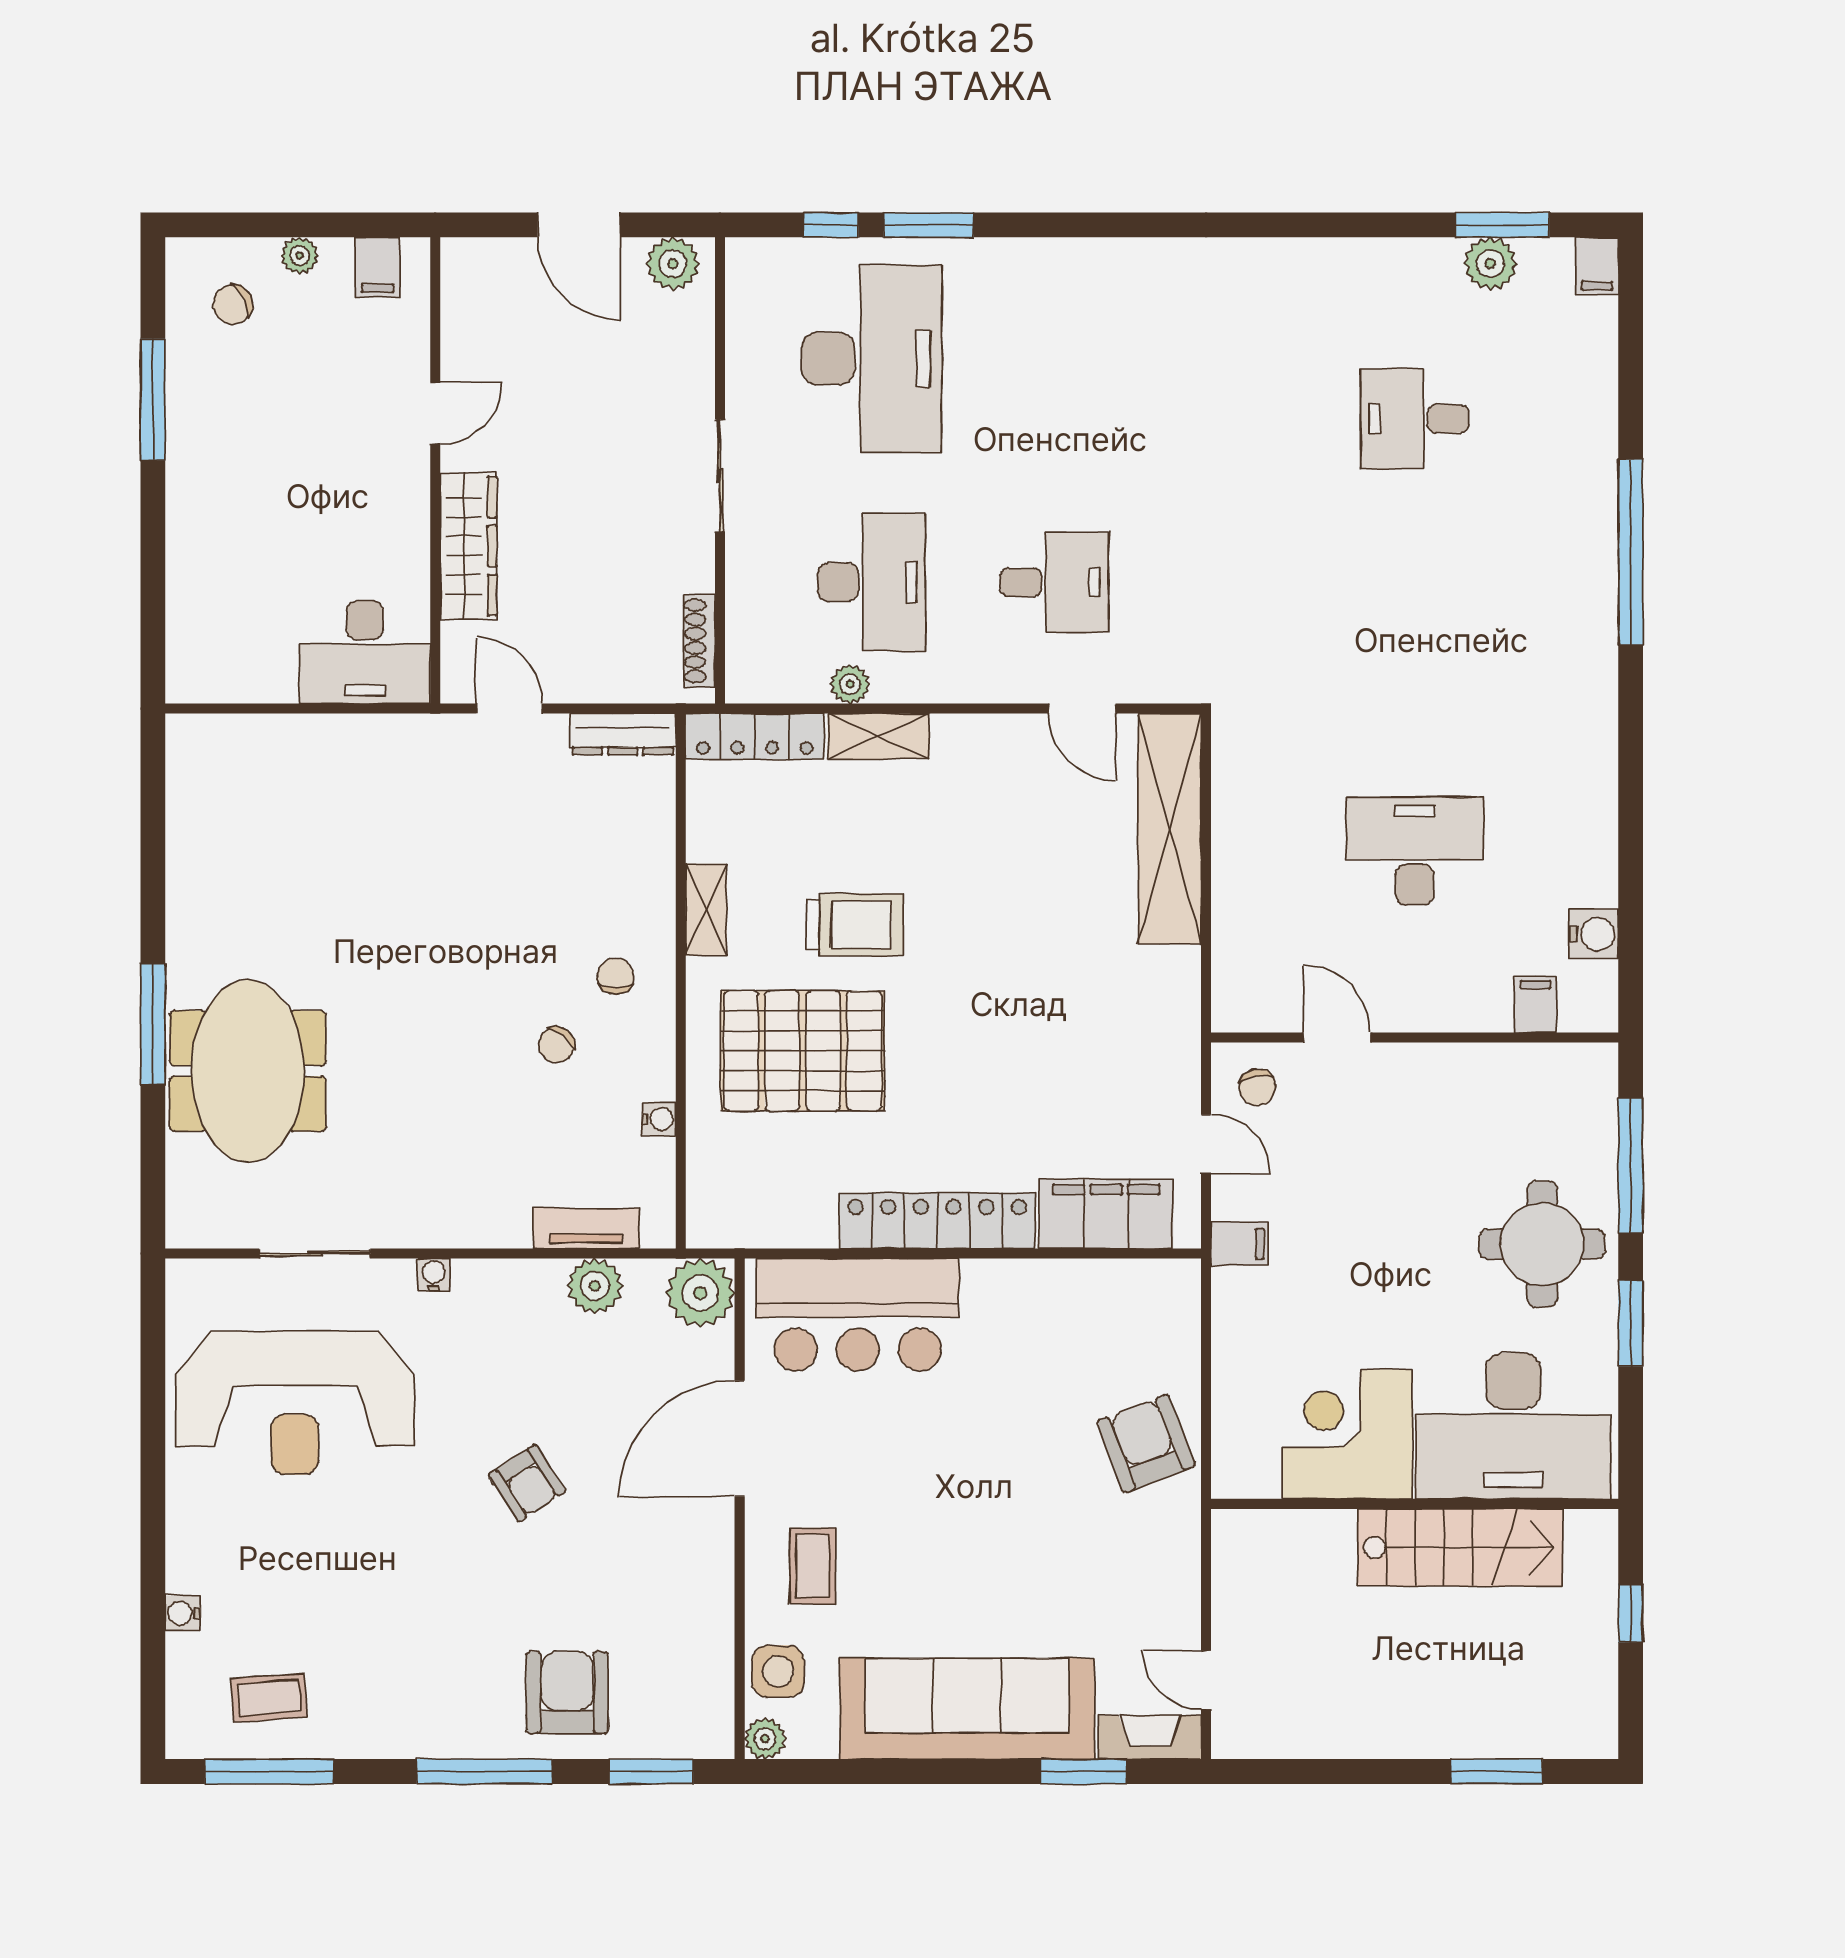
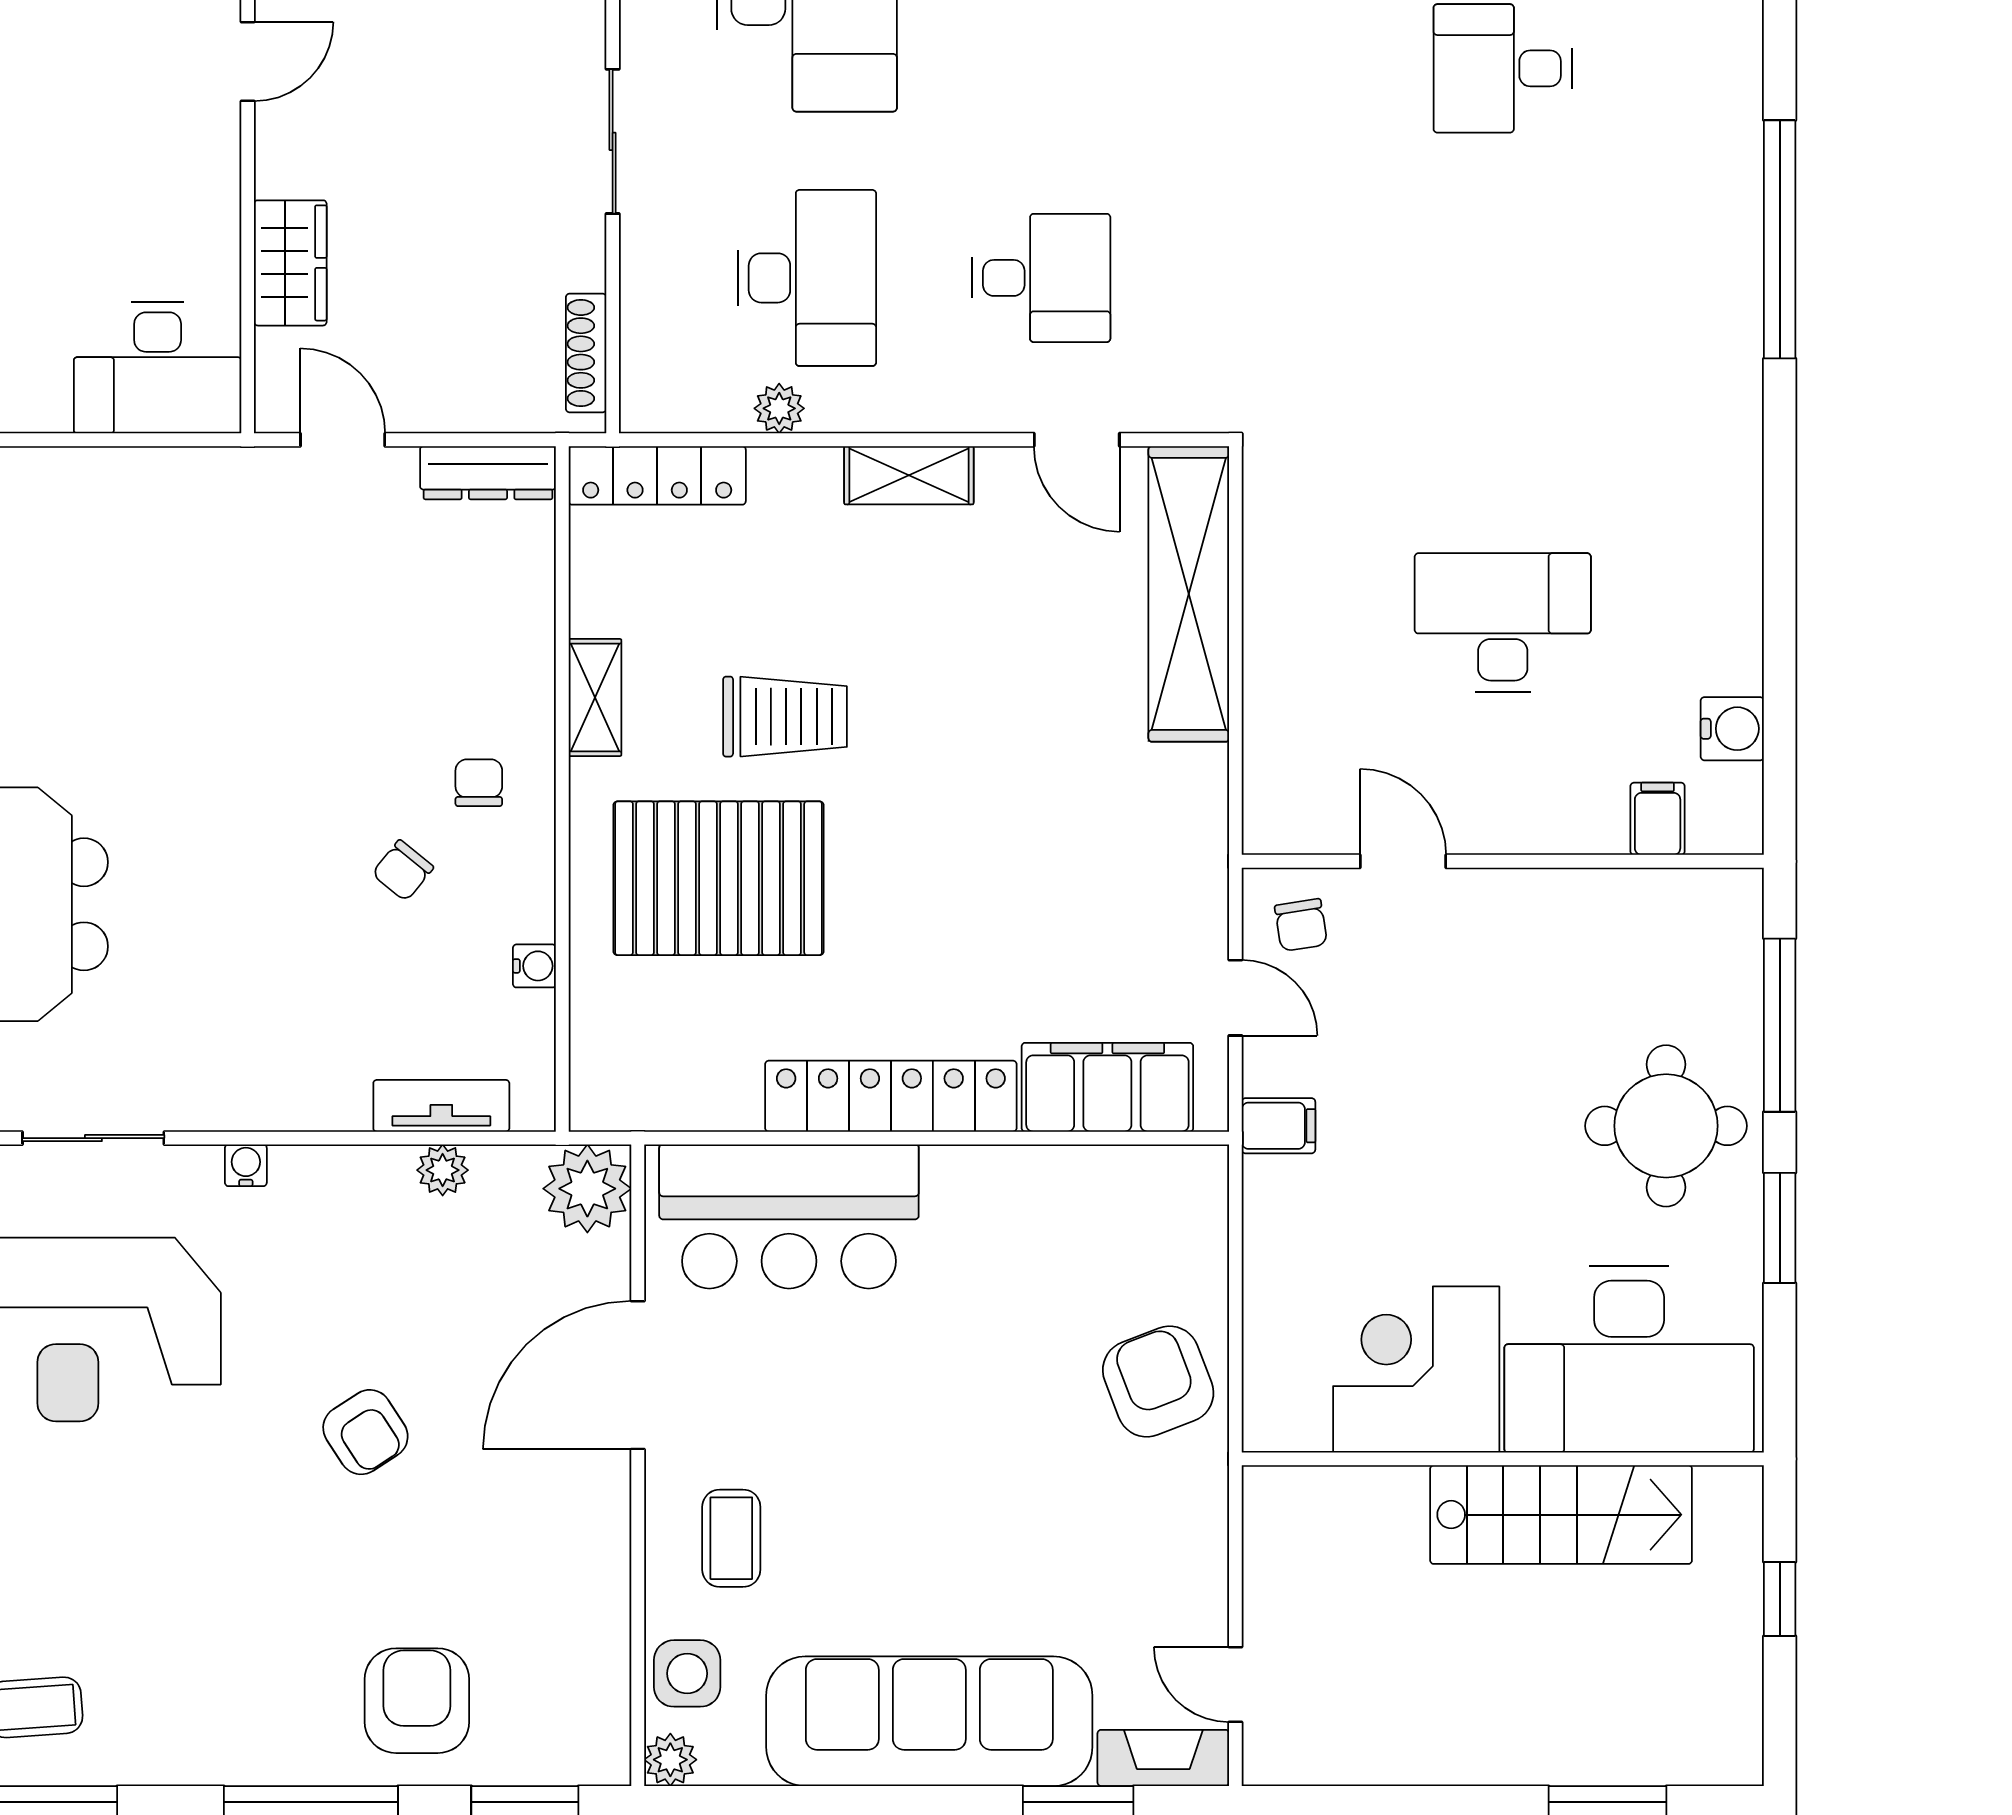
wardrobe: (468, 546) -> (290, 263), width x0.67
shelving: (878, 736) -> (909, 475), moved
plant: (595, 1286) -> (443, 1170), width x0.73, depth x0.73

